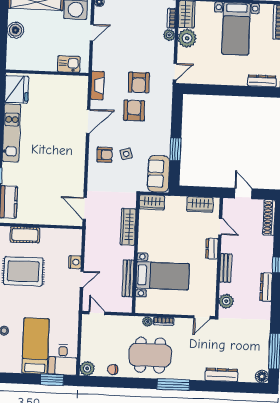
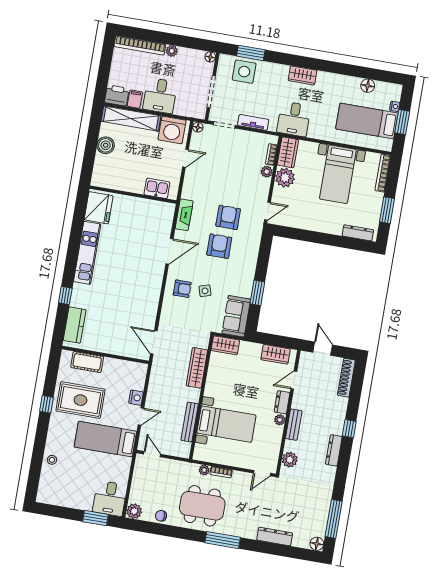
armchair: (139, 82) -> (228, 217), turned 180
door: (220, 226) -> (294, 380), swing flipped
plant: (212, 265) -> (280, 420), added
bed: (36, 346) -> (105, 439), moved, turned -90

